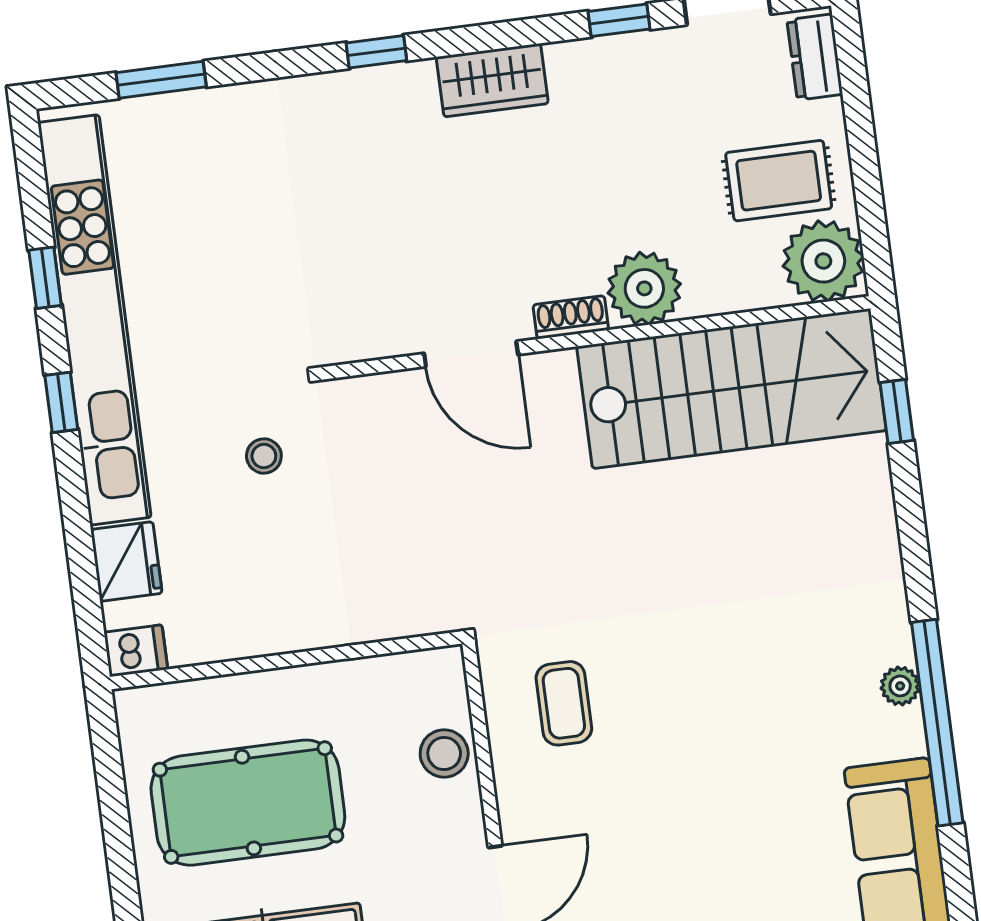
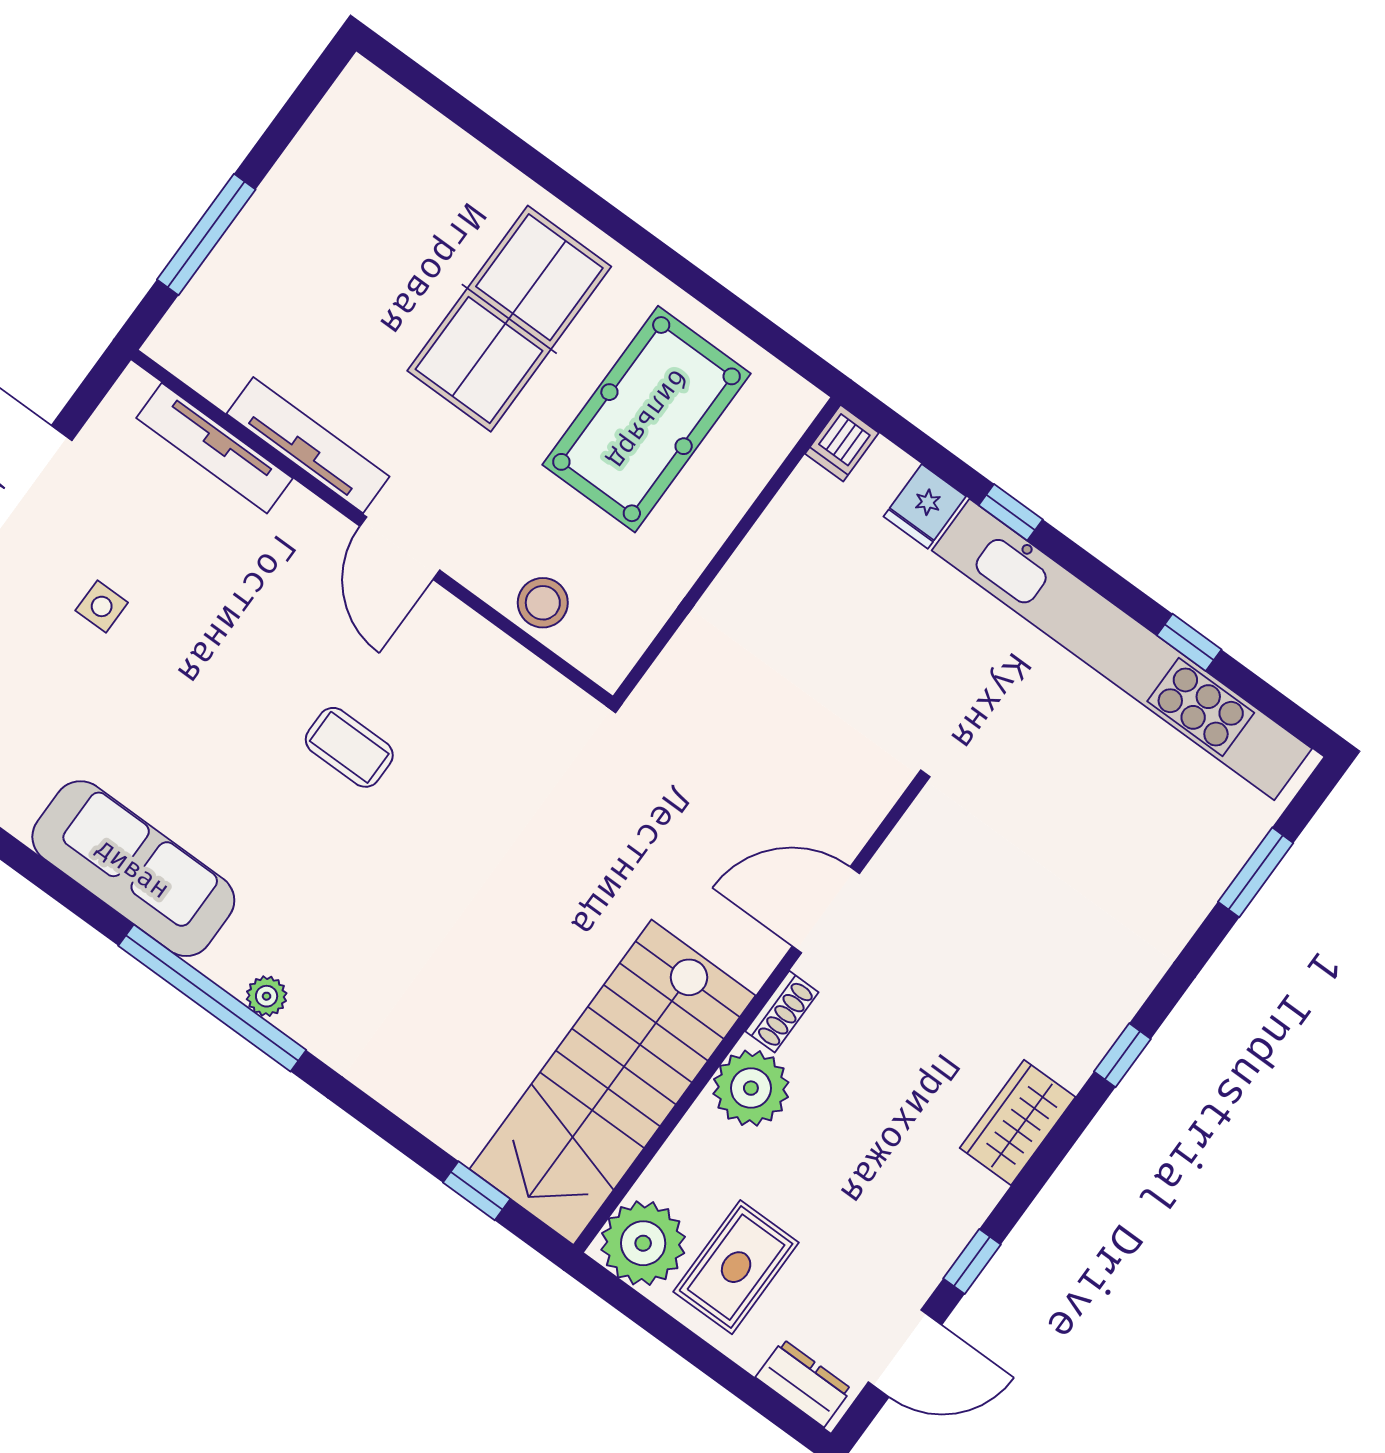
window: (61, 402) -> (1011, 512), moved
stool: (264, 456) -> (897, 680), removed
fridge: (126, 561) -> (925, 506), width x0.72
coffee table: (564, 703) -> (349, 747), moved

